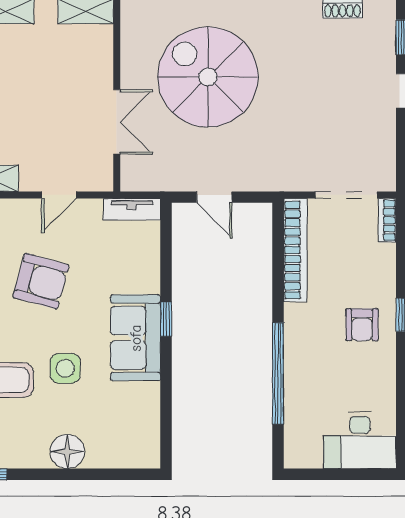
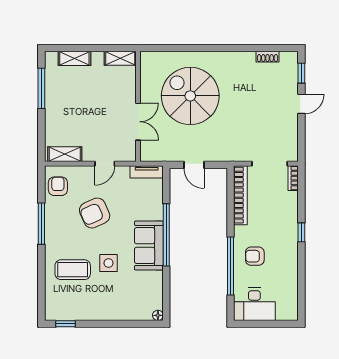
armchair: (41, 281) -> (95, 213), turned 141
window: (166, 319) -> (166, 235), width x3.17
armchair: (362, 325) -> (255, 256), moved, turned 90
desk: (360, 440) -> (254, 304), moved
floor lamp: (67, 452) -> (158, 315), moved, width x0.53, depth x0.53

